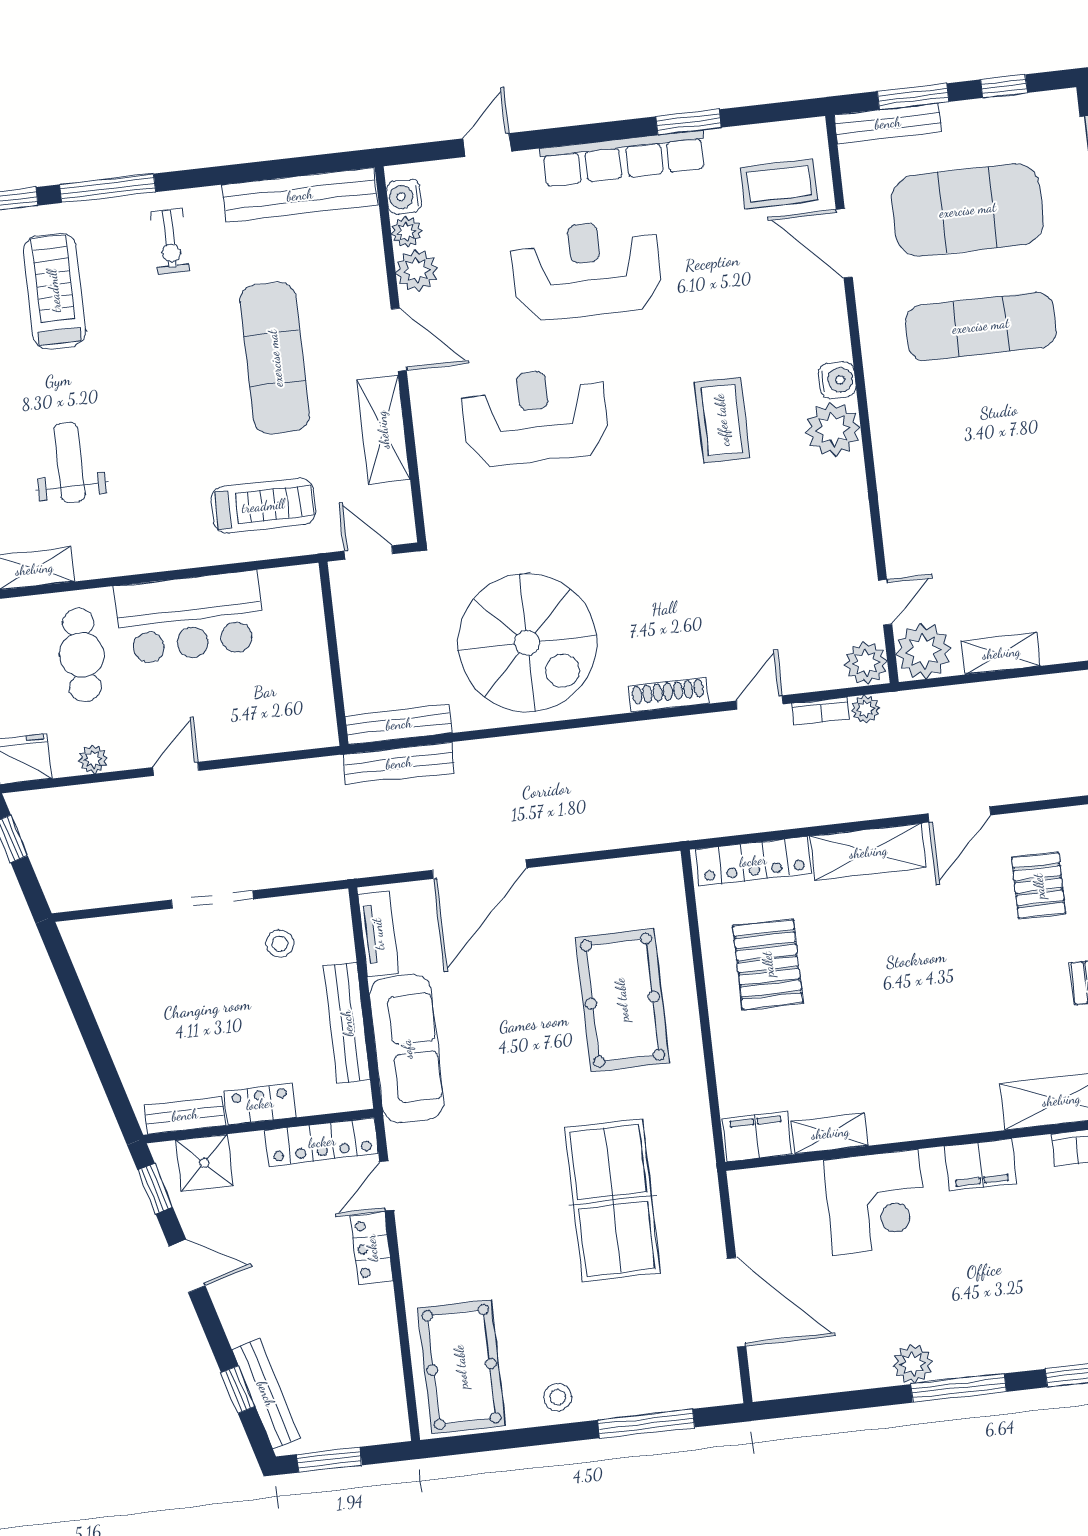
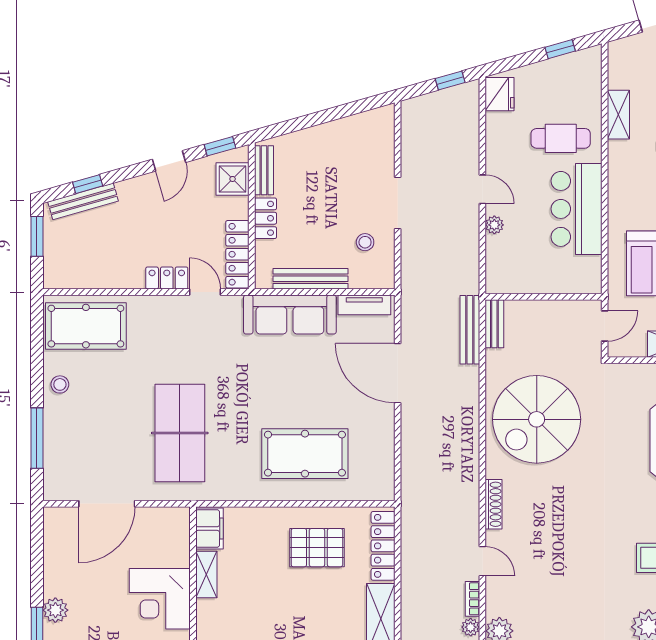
bench: (399, 724) -> (494, 324), width x0.73
plant: (93, 759) -> (494, 225), moved
table tennis table: (612, 1200) -> (180, 433), turned 90

